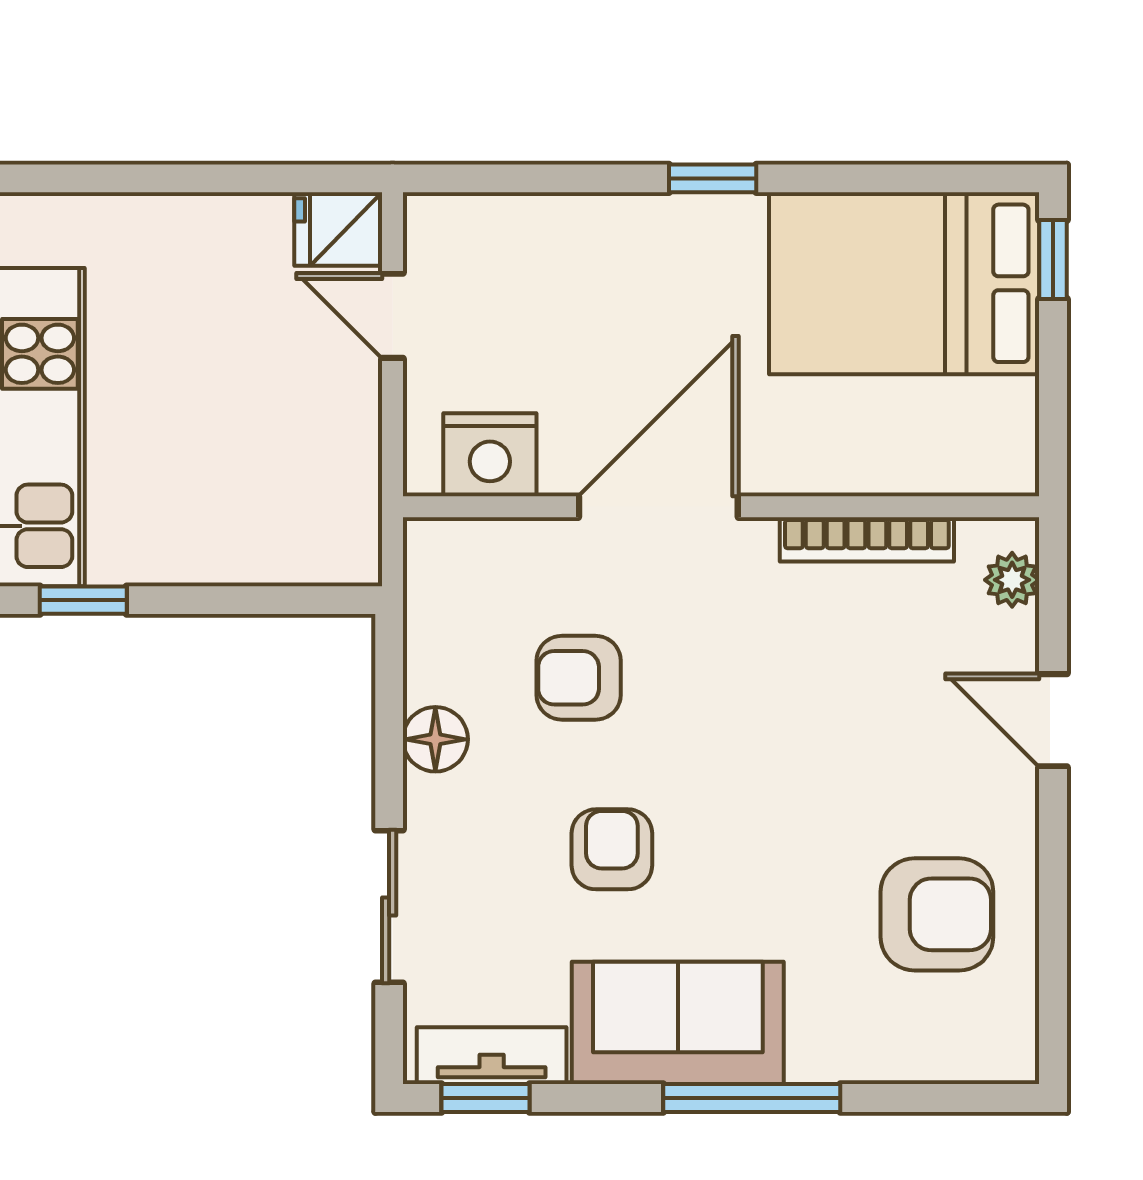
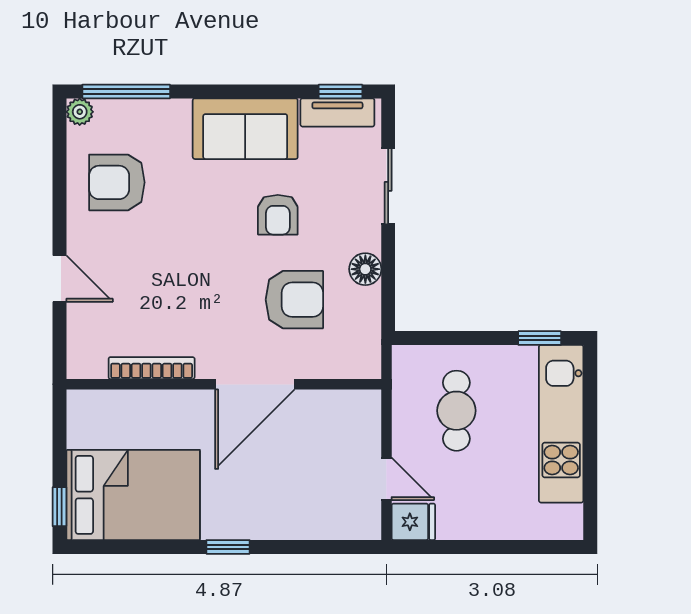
cafe table: (251, 453) -> (456, 411), added
nightstand: (490, 455) -> (338, 410), removed
plant: (1012, 580) -> (80, 112), moved
armchair: (579, 678) -> (294, 300), width x1.38, depth x1.38
window: (752, 1098) -> (126, 91), moved

